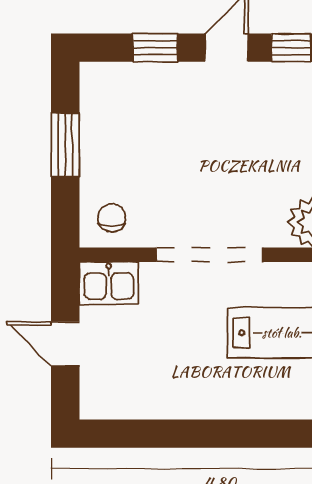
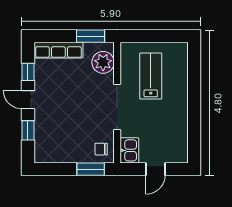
window: (65, 145) -> (91, 169), moved

